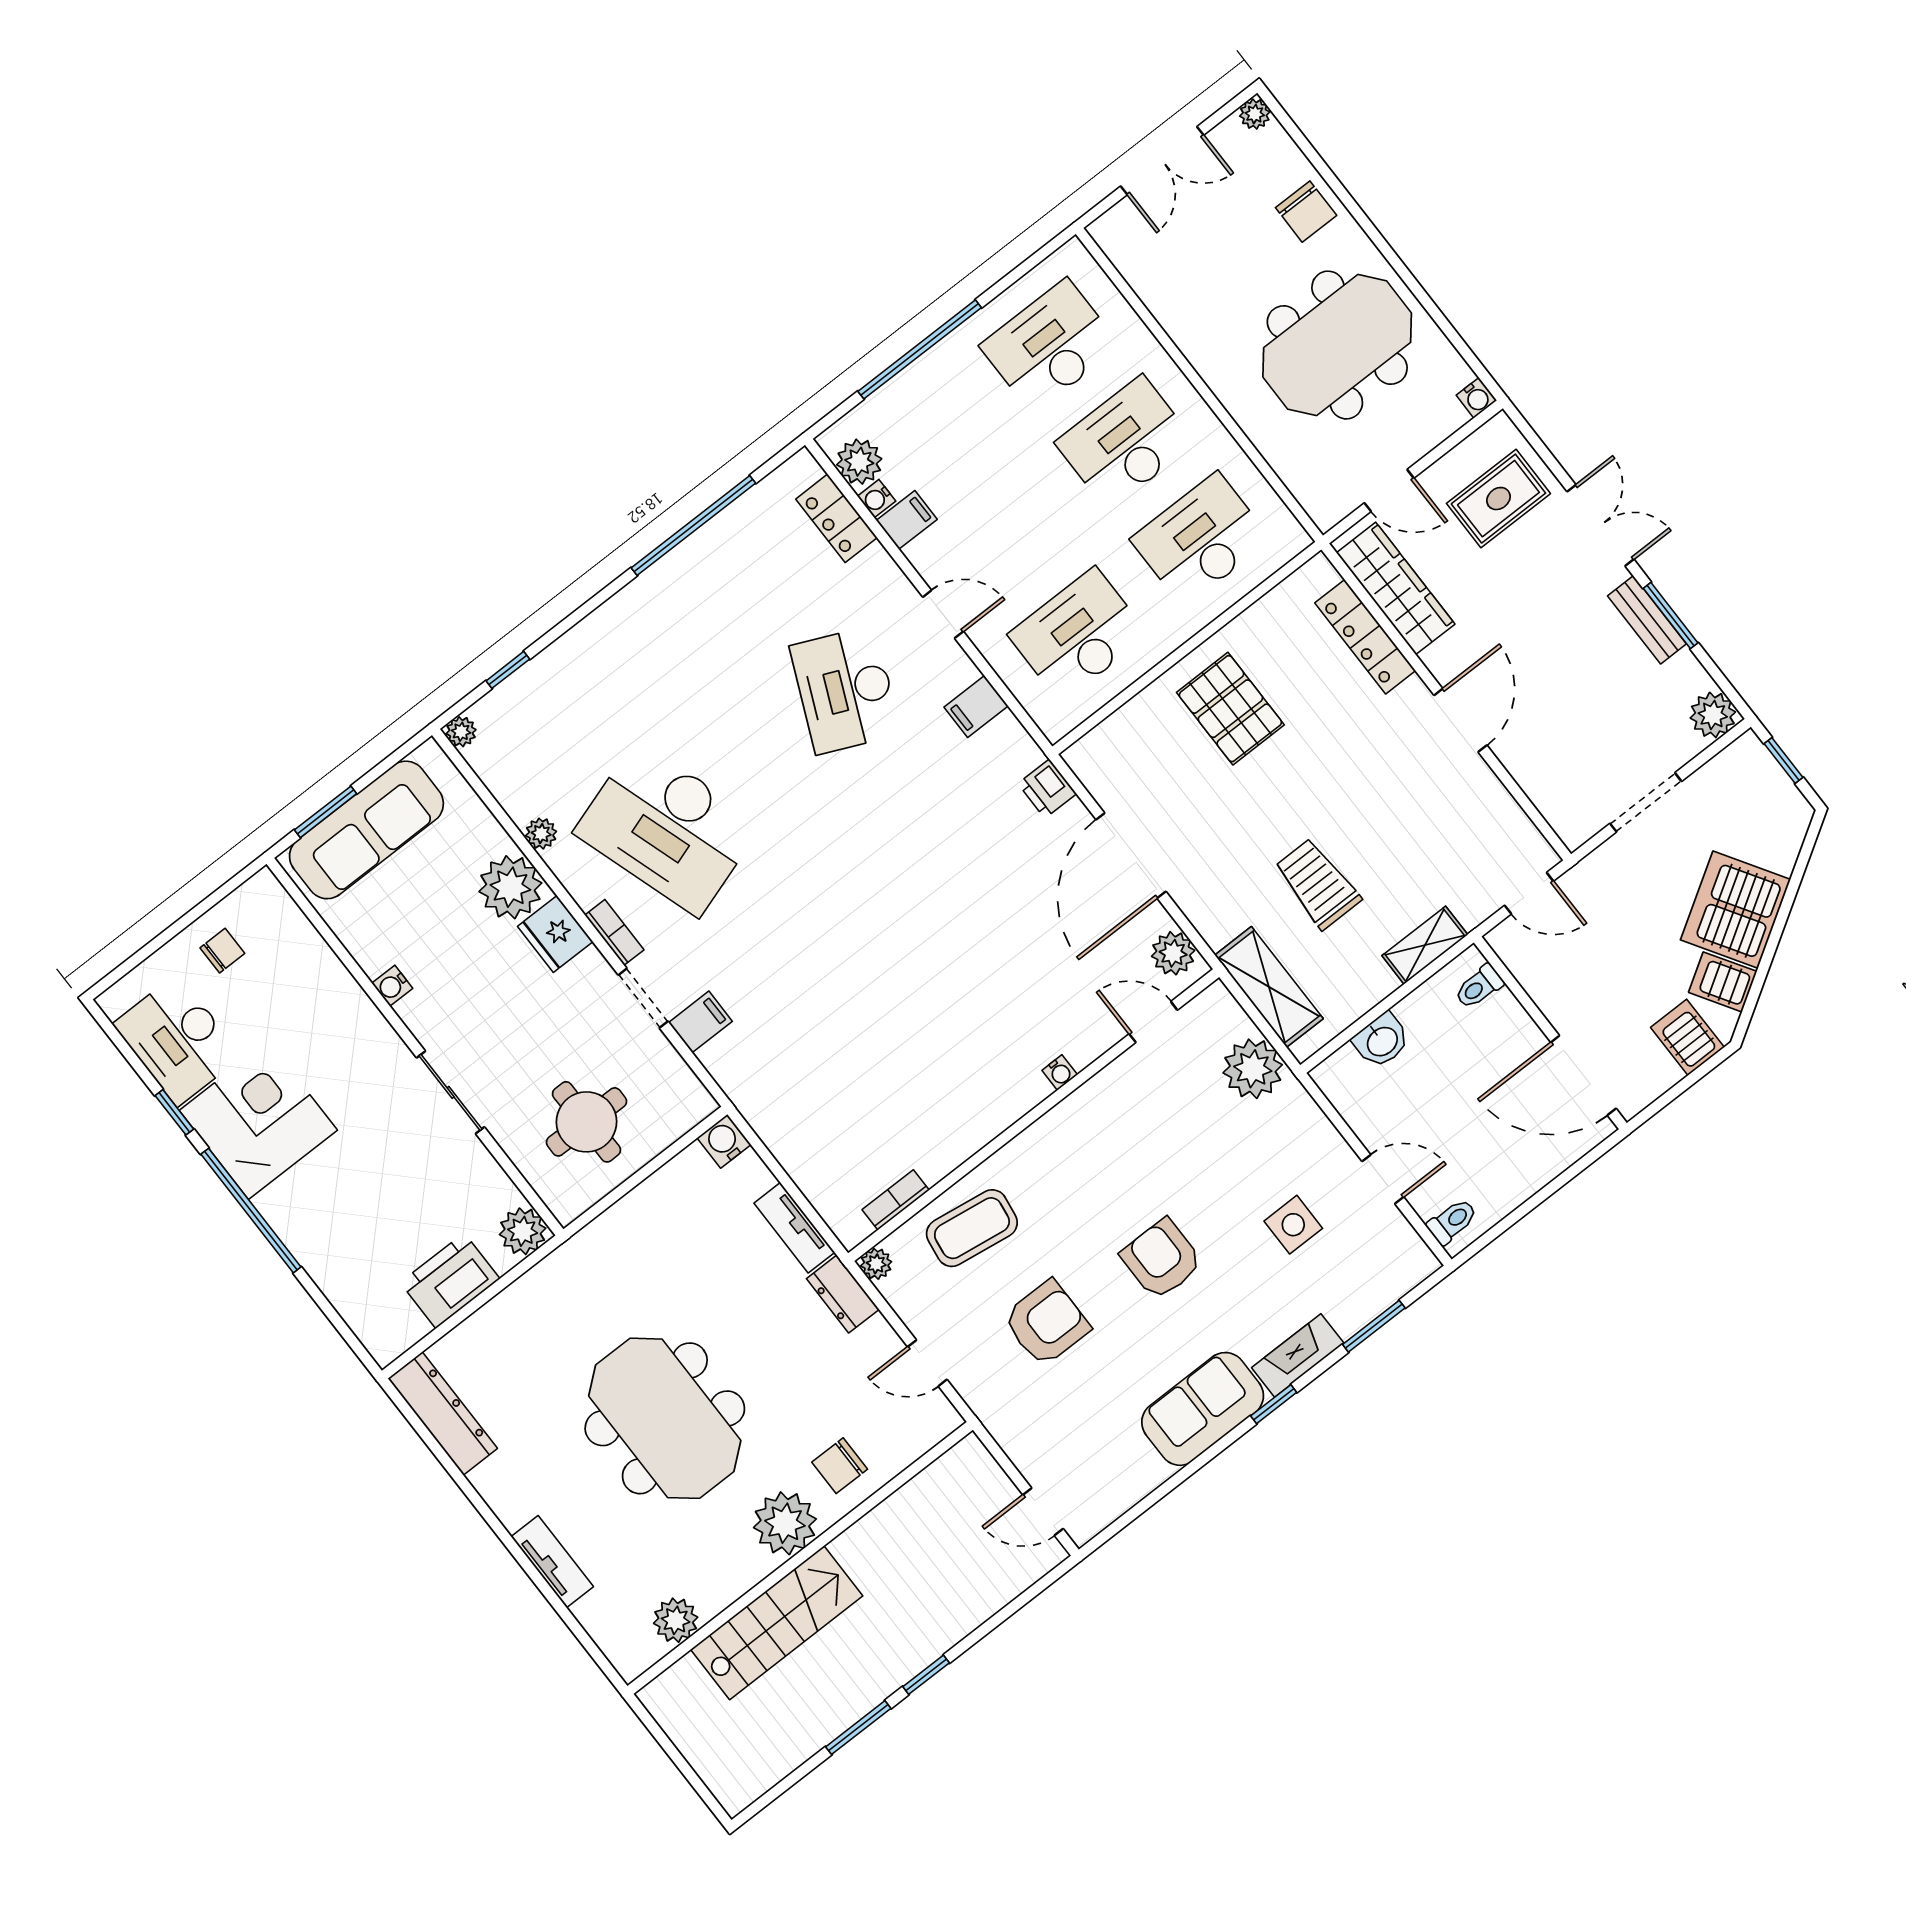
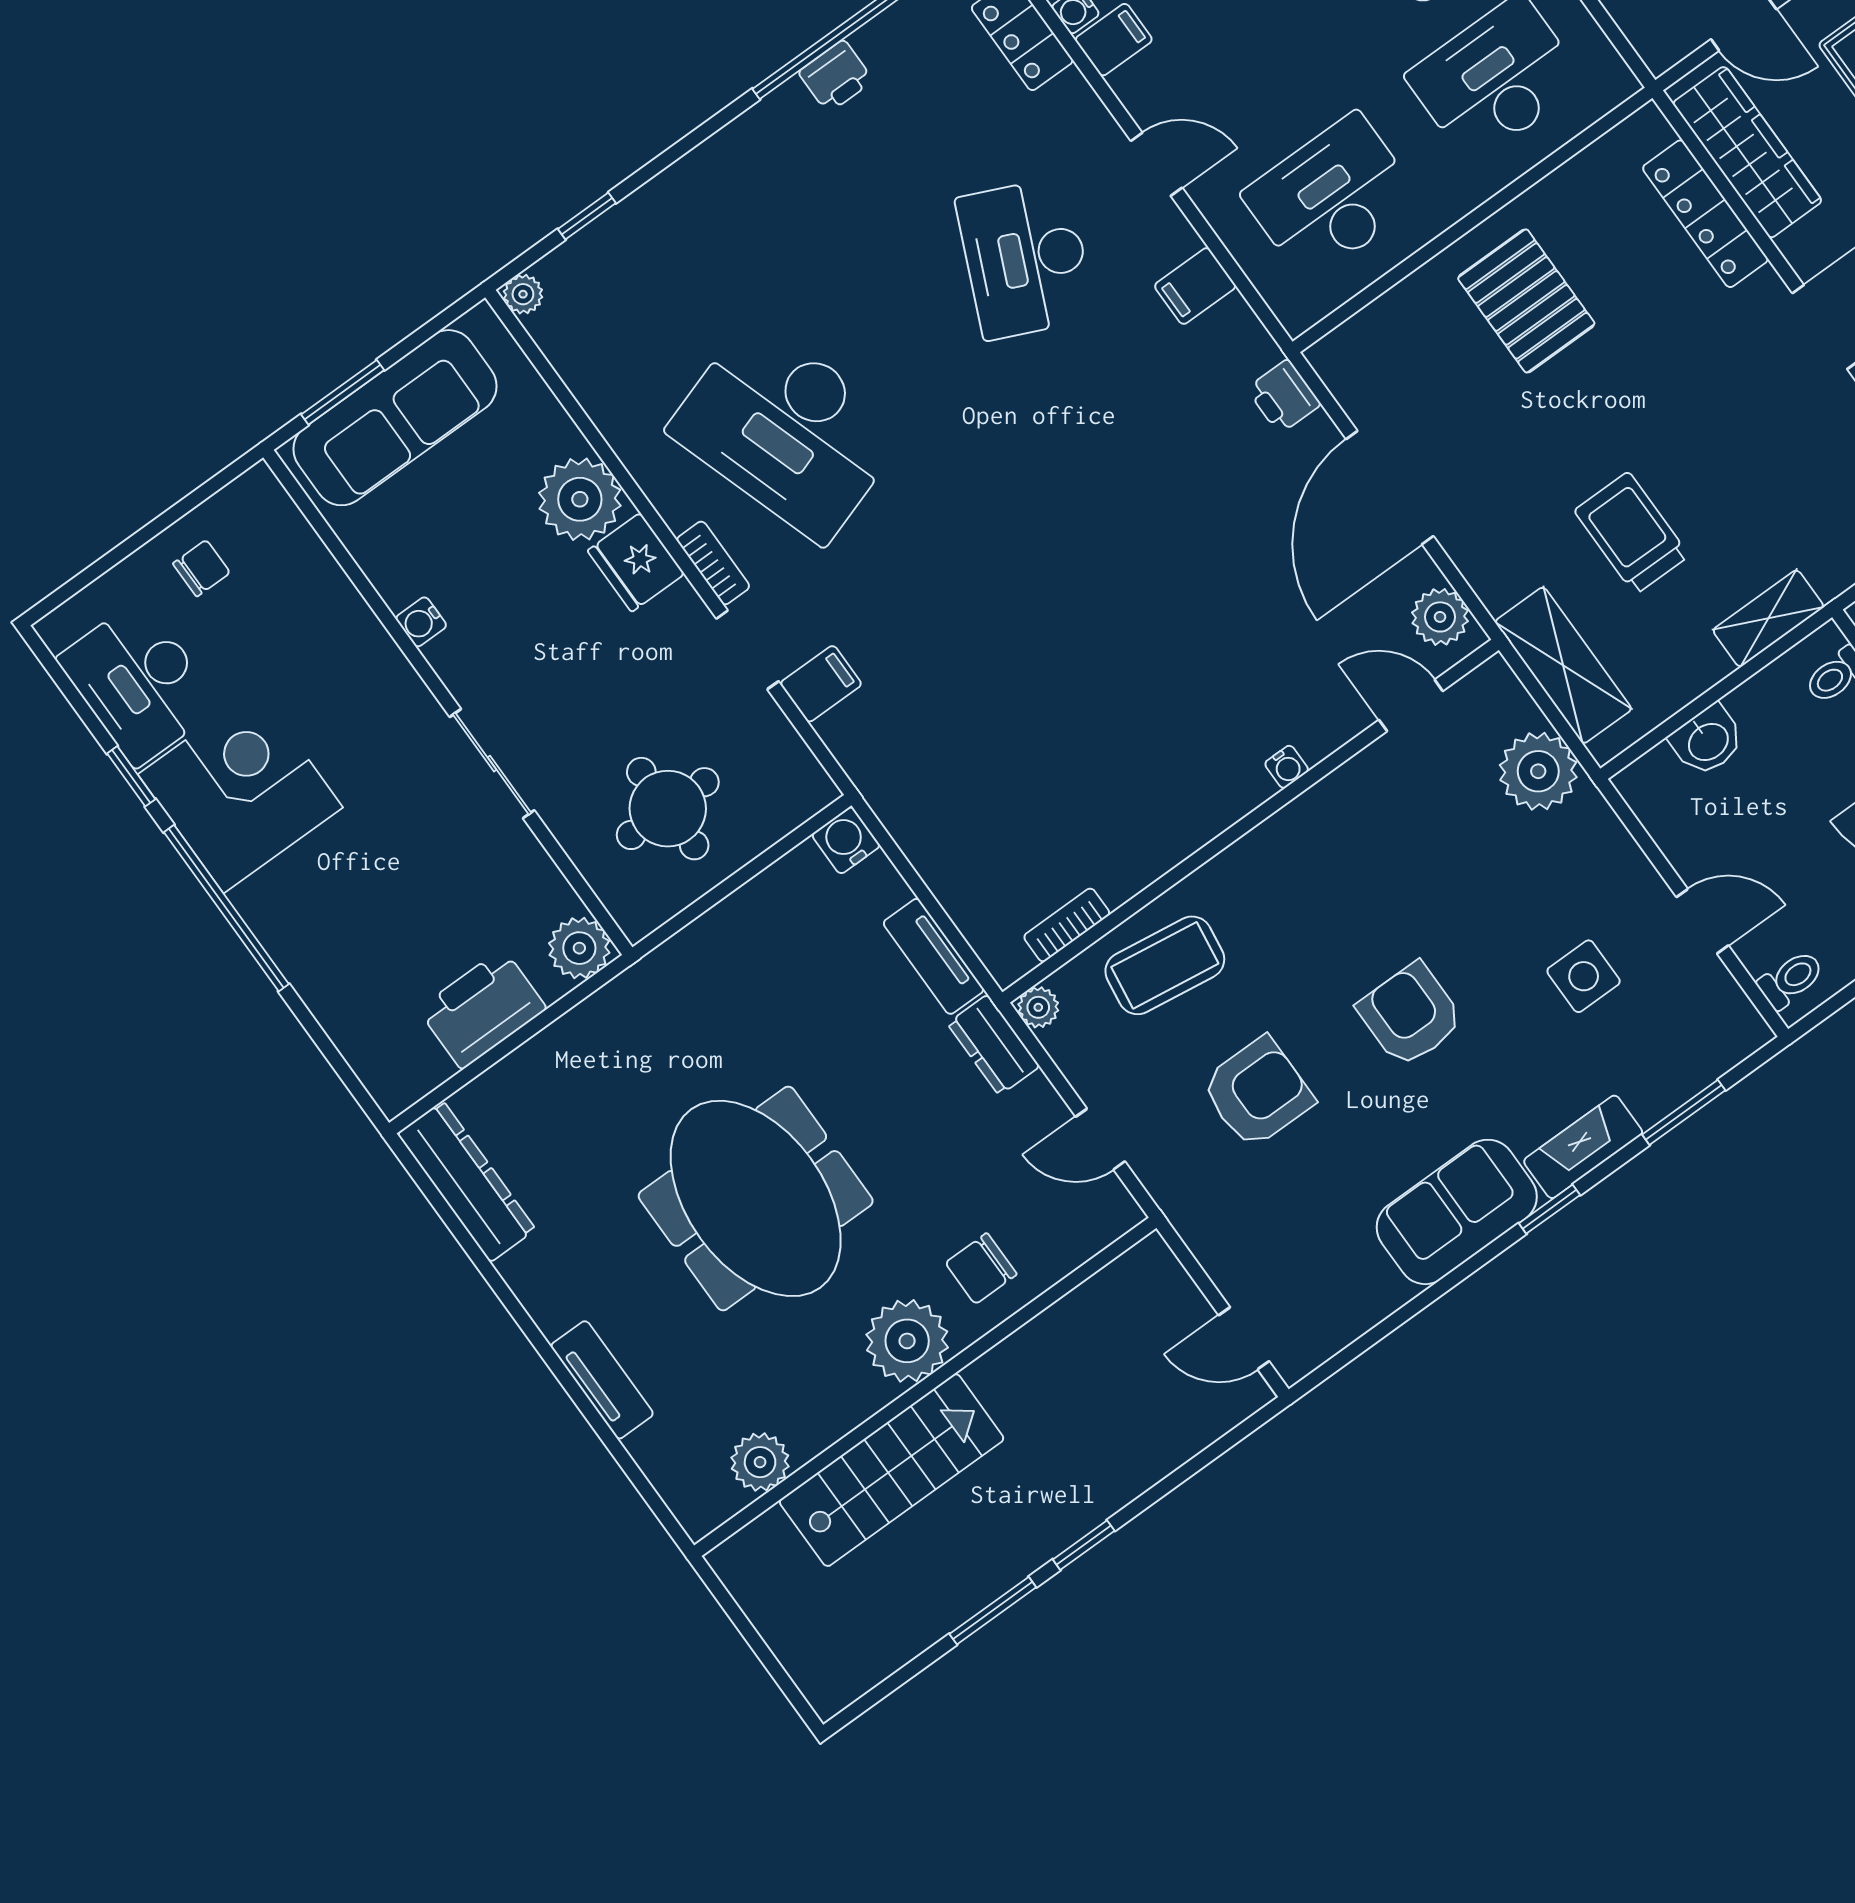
printer: (695, 556) -> (836, 76), added
plant: (541, 834) -> (622, 431), removed

